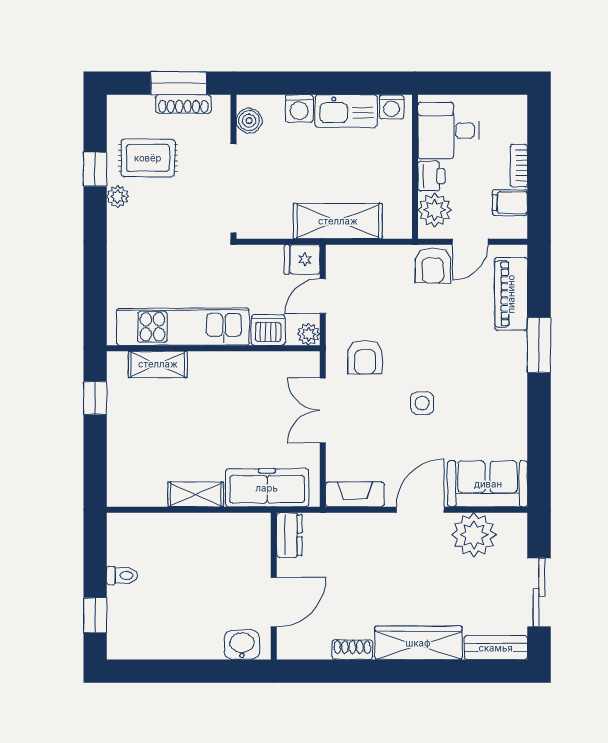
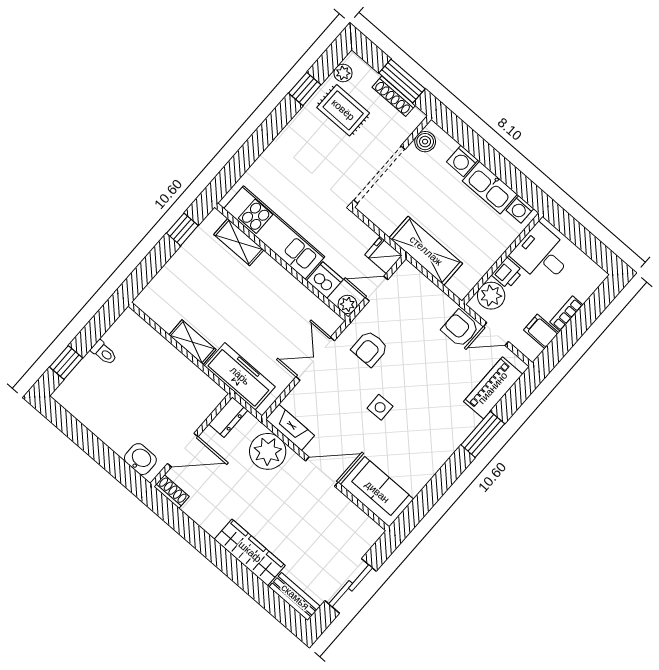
plant: (118, 196) -> (343, 73), moved
armchair: (433, 265) -> (460, 329), turned 90
plant: (474, 535) -> (268, 451), moved
shoe rack: (352, 650) -> (172, 492), moved

